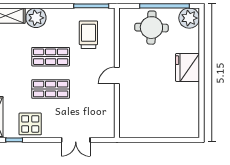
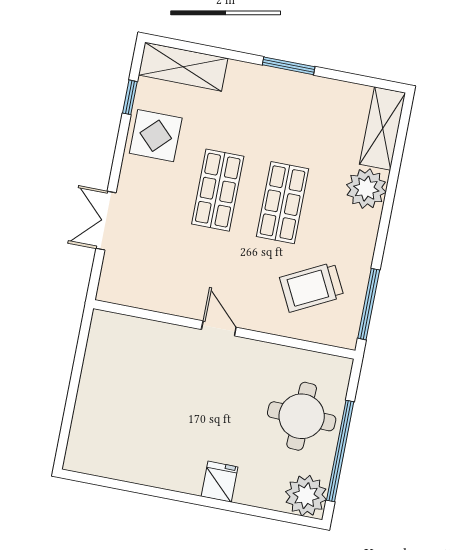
trolley: (88, 35) -> (312, 287), turned 153
fridge: (188, 67) -> (220, 482), width x0.53, depth x0.75

